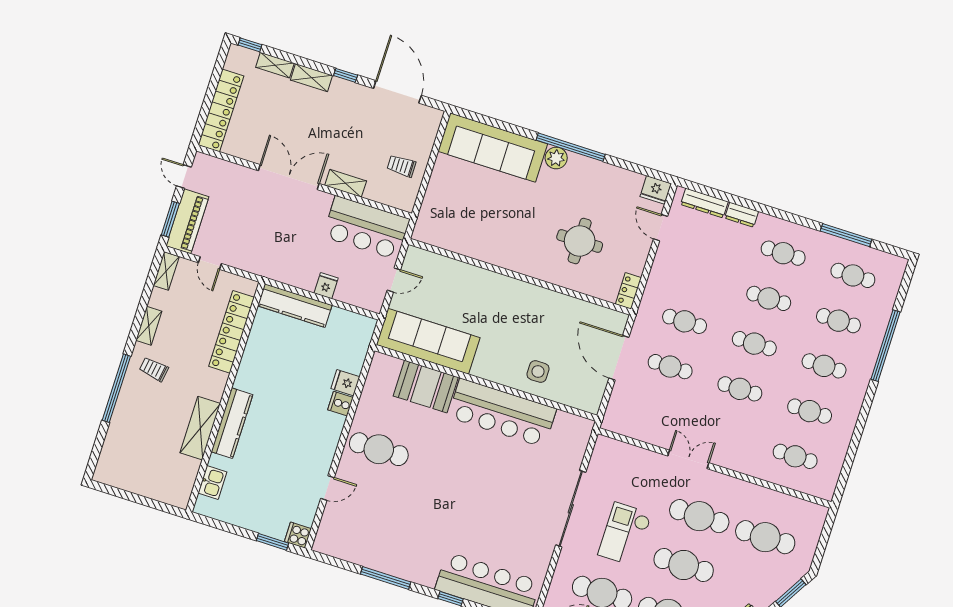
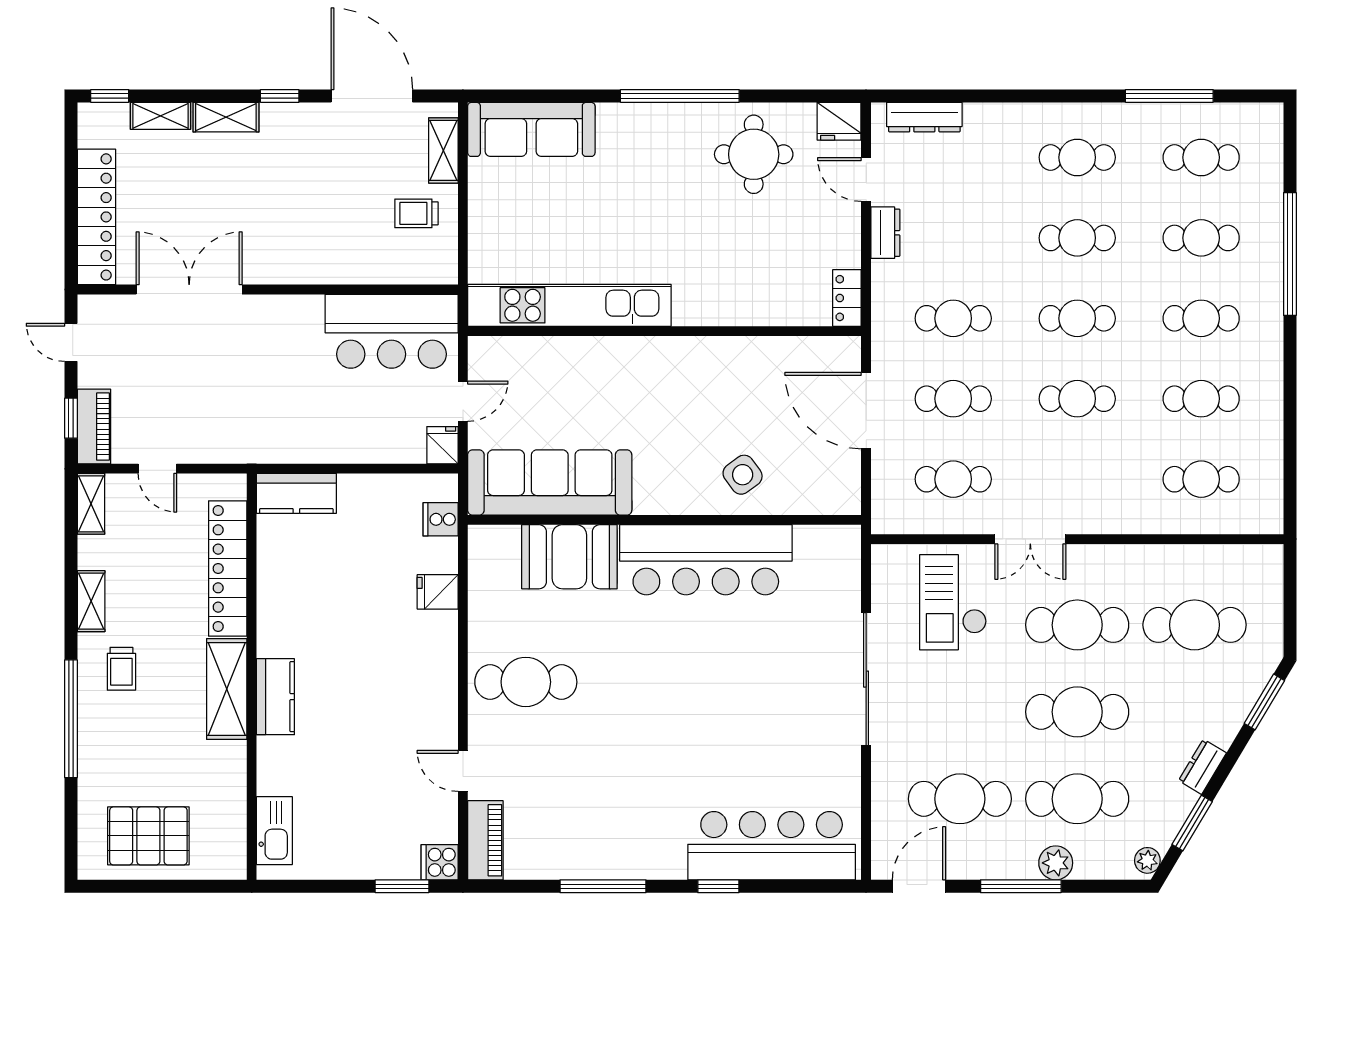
sofa: (493, 148) -> (531, 129), width x0.74, depth x0.79
plant: (556, 158) -> (662, 121), removed
double door: (289, 177) -> (189, 290), moved
shelving: (346, 183) -> (443, 150), moved, turned 90
dresser: (742, 215) -> (885, 233), moved, turned -90
window: (170, 219) -> (71, 418), width x0.67
piano: (187, 221) -> (94, 427), width x0.73, depth x0.75
round table: (580, 241) -> (754, 154), moved
kitchen unit: (471, 245) -> (569, 305), added
fridge: (326, 286) -> (442, 445), moved
kitchen counter: (295, 306) -> (296, 493), width x0.67
trolley: (154, 369) -> (121, 669), turned -99
side table: (538, 372) -> (743, 475), turned -36
cooker: (341, 404) -> (441, 519), moved
cafe table: (656, 412) -> (953, 479), added
kitchen counter: (232, 423) -> (275, 697), width x0.67
shelving: (200, 428) -> (227, 689), moved
double door: (688, 459) -> (1030, 539), swing flipped
pallet: (139, 468) -> (148, 836), added
kitchen sink: (212, 482) -> (274, 831), width x1.38
door: (327, 488) -> (463, 771), swing flipped
piano: (328, 531) -> (485, 840), added
checkout: (625, 534) -> (953, 602), moved

